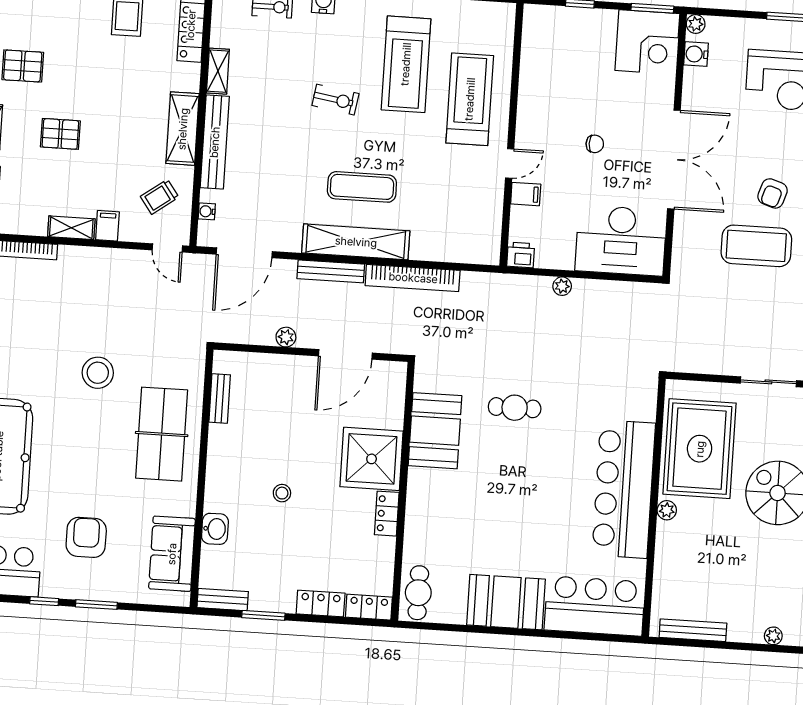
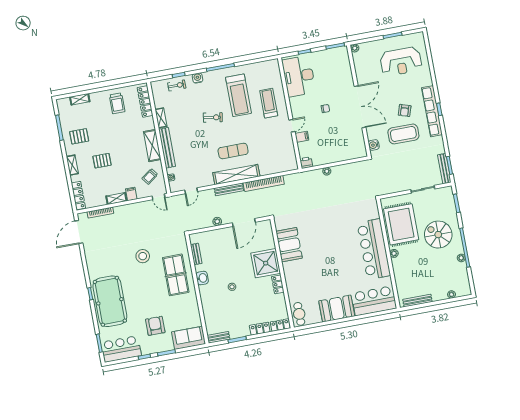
corner desk: (647, 42) -> (337, 61), removed
water cooler: (696, 54) -> (374, 145), moved
treadmill: (470, 99) -> (269, 103), width x0.73, depth x0.73
desk: (621, 240) -> (299, 76), moved, turned 90
door: (244, 253) -> (191, 191), width x0.53
cafe table: (515, 408) -> (320, 227), removed
washbasin: (215, 529) -> (202, 278), moved
sofa: (172, 554) -> (189, 338), moved, turned 90

